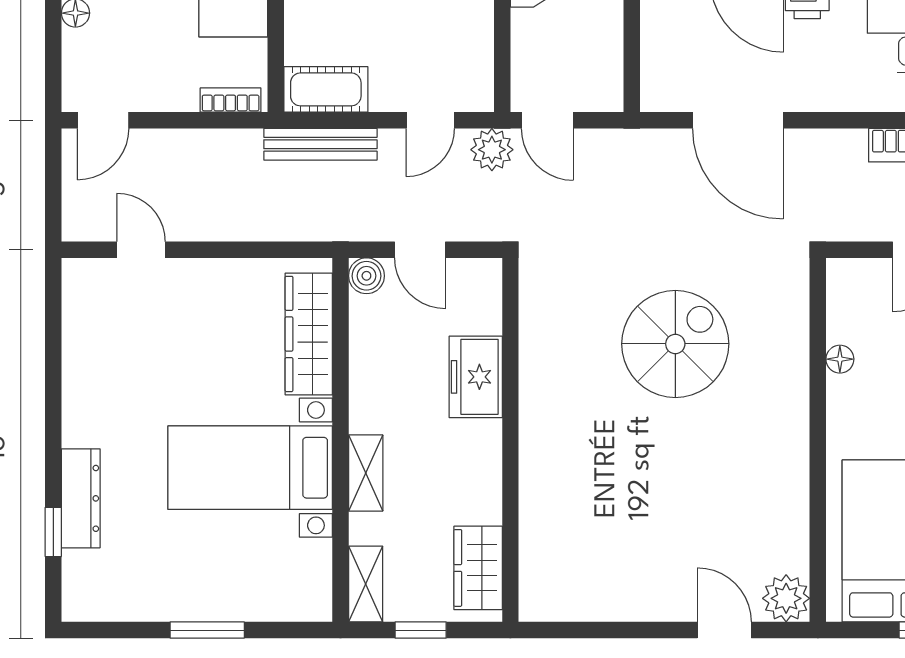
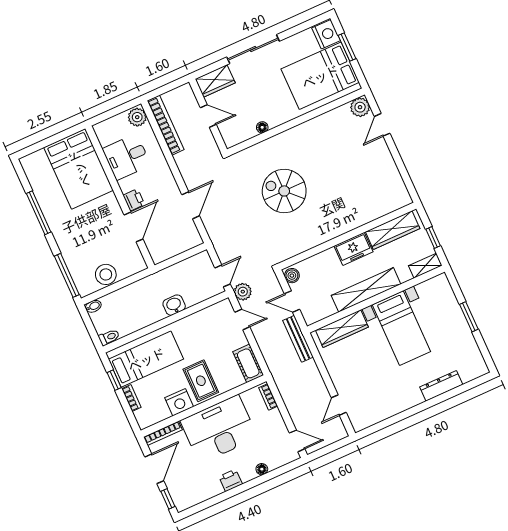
door: (738, 120) -> (191, 205), width x0.73
bench: (320, 144) -> (298, 339), moved
door: (420, 250) -> (292, 302), swing flipped
boiler: (366, 276) -> (292, 276), moved
freezer: (476, 377) -> (353, 249), moved
shelving: (366, 473) -> (366, 290), width x2.20, depth x1.33
window: (53, 532) -> (458, 390), removed
wardrobe: (478, 568) -> (393, 230), width x1.50

